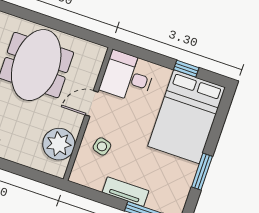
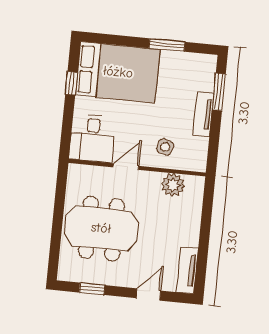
door: (92, 103) -> (126, 167), swing flipped
plant: (59, 144) -> (173, 185), width x0.73, depth x0.73

